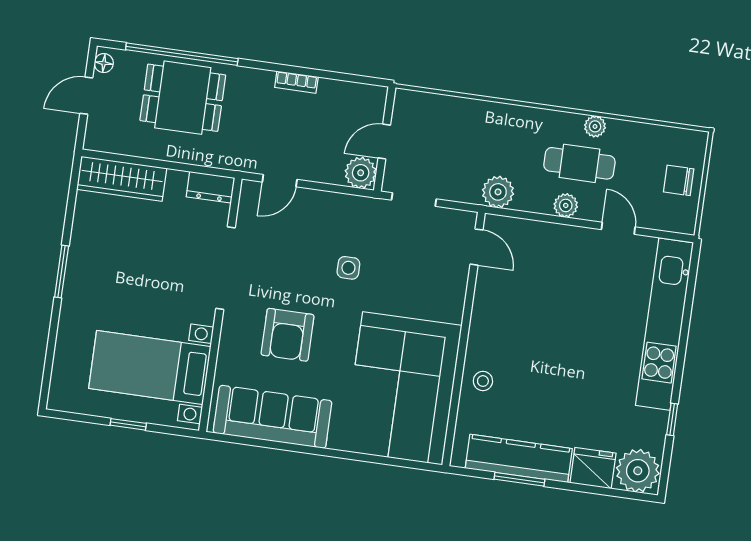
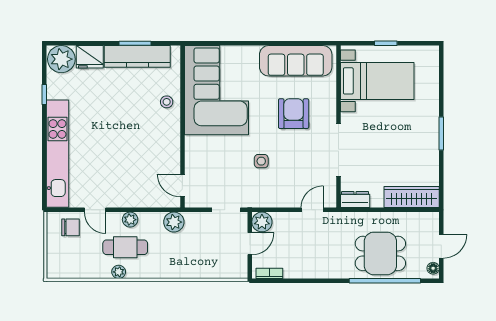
bookcase: (296, 82) -> (269, 273), moved
chair: (679, 180) -> (71, 227), moved

